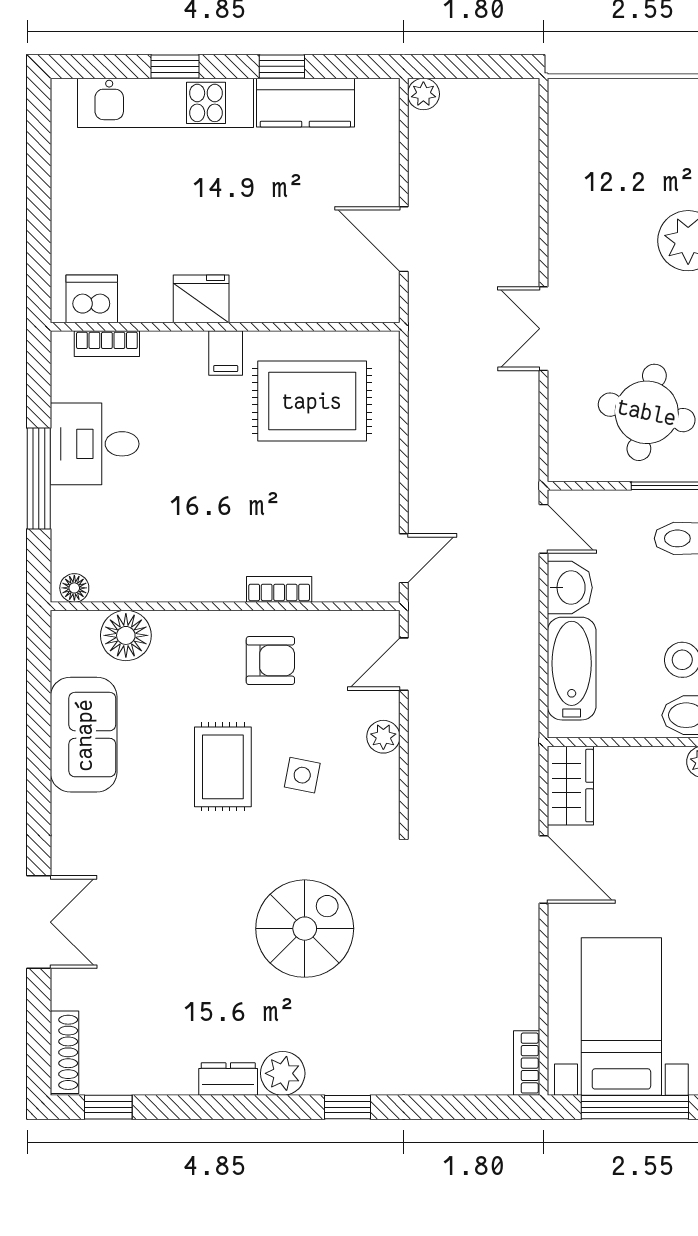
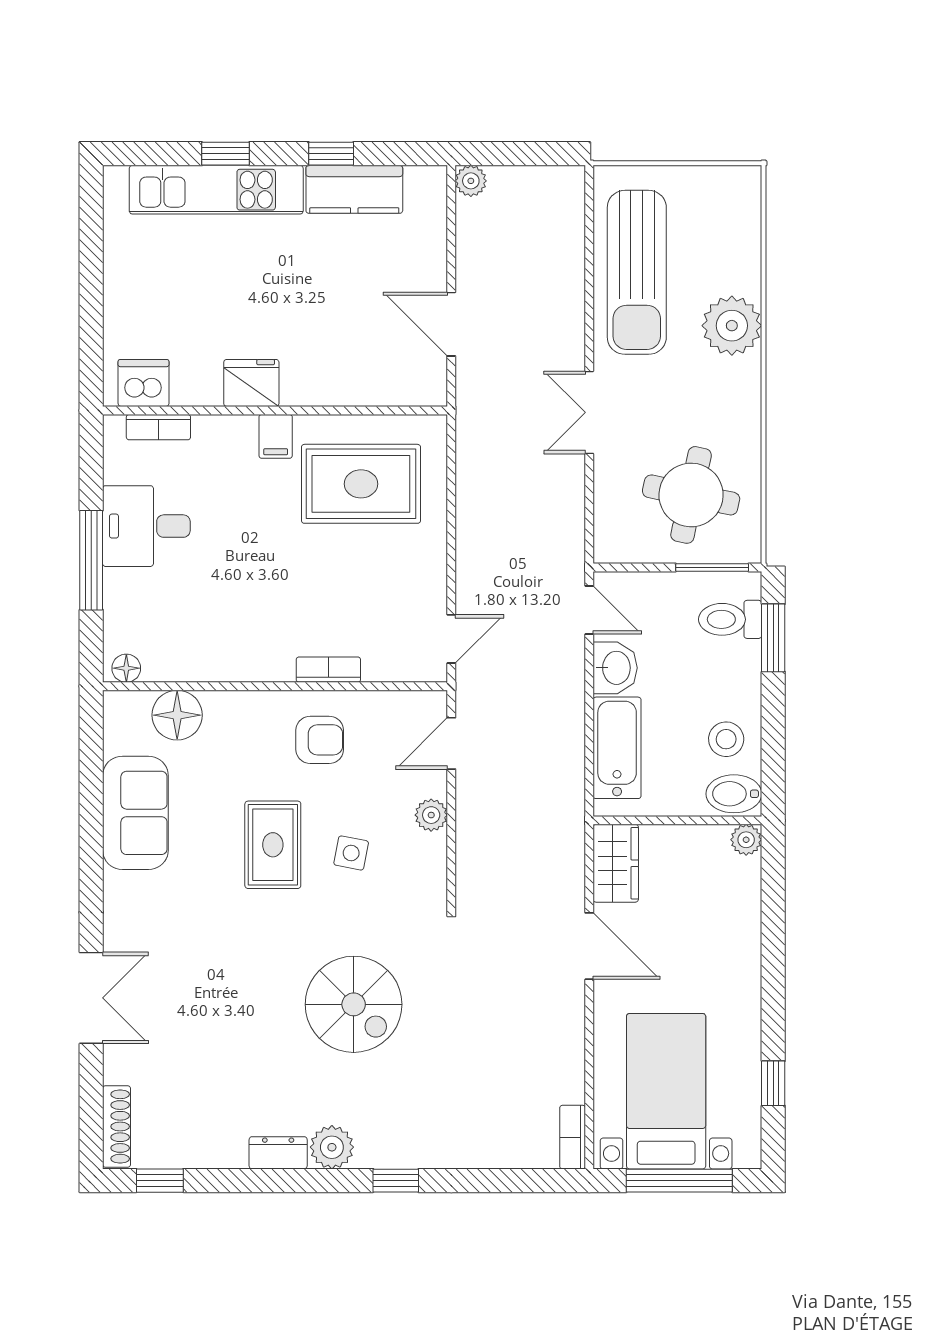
sun lounger: (592, 187) -> (637, 272), added
spiral stairs: (305, 929) -> (354, 1004), turned 90

